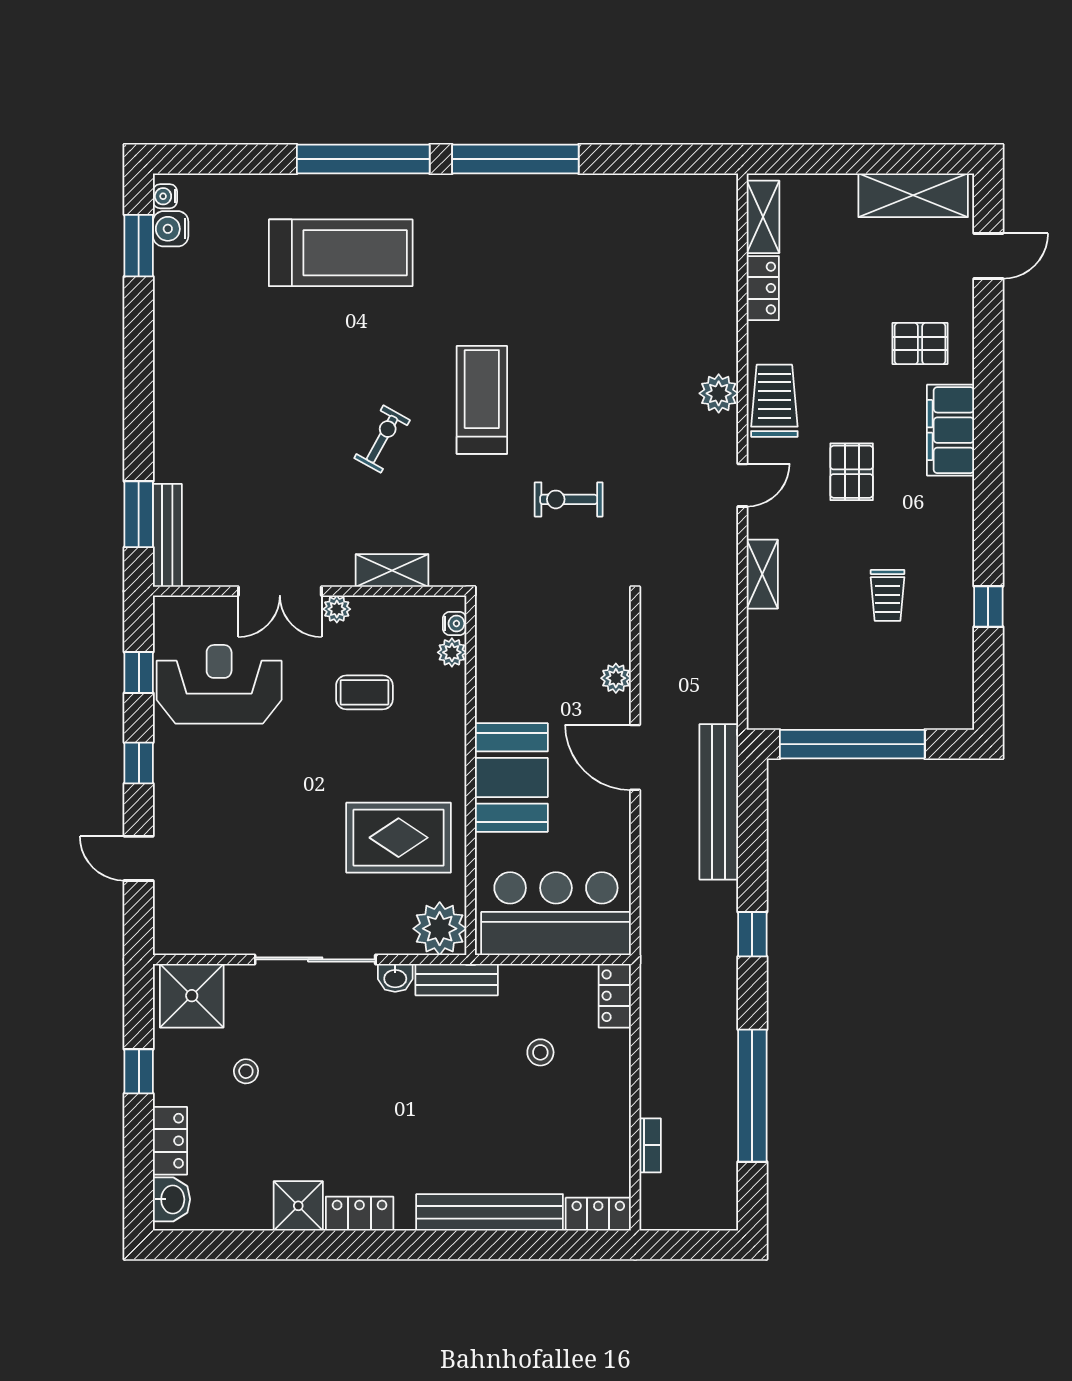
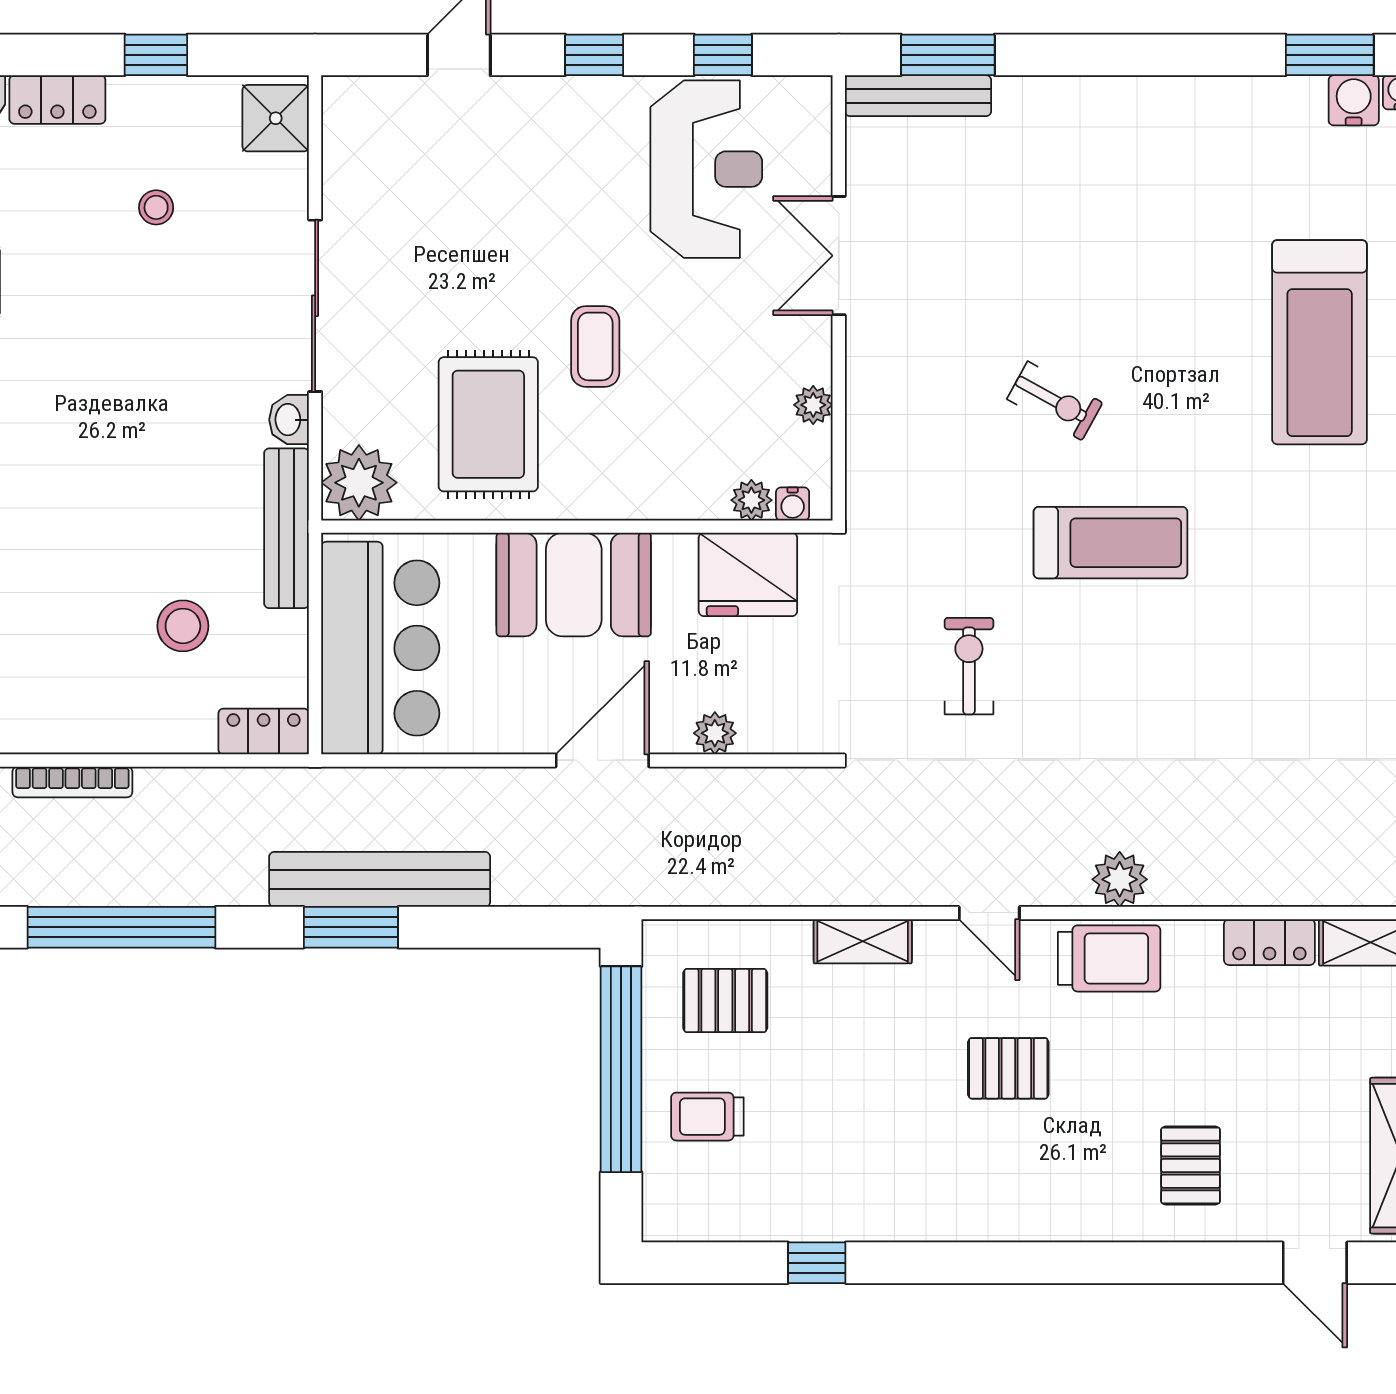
filing cabinet: (951, 430) -> (1067, 1209), removed
shelving: (392, 570) -> (868, 415), removed
trolley: (888, 595) -> (707, 1117), moved
plant: (337, 609) -> (813, 405), moved
fridge: (504, 655) -> (748, 574), added
pallet: (804, 671) -> (725, 1001), added
coffee table: (364, 692) -> (595, 346), moved
bench: (719, 802) -> (380, 879), moved
window: (752, 934) -> (351, 927), width x1.50
bench: (457, 980) -> (287, 528), width x1.36
shower: (192, 996) -> (276, 118), width x0.73, depth x0.73
stool: (540, 1052) -> (183, 626), width x1.37, depth x1.37
bookcase: (650, 1145) -> (72, 782), width x1.56

